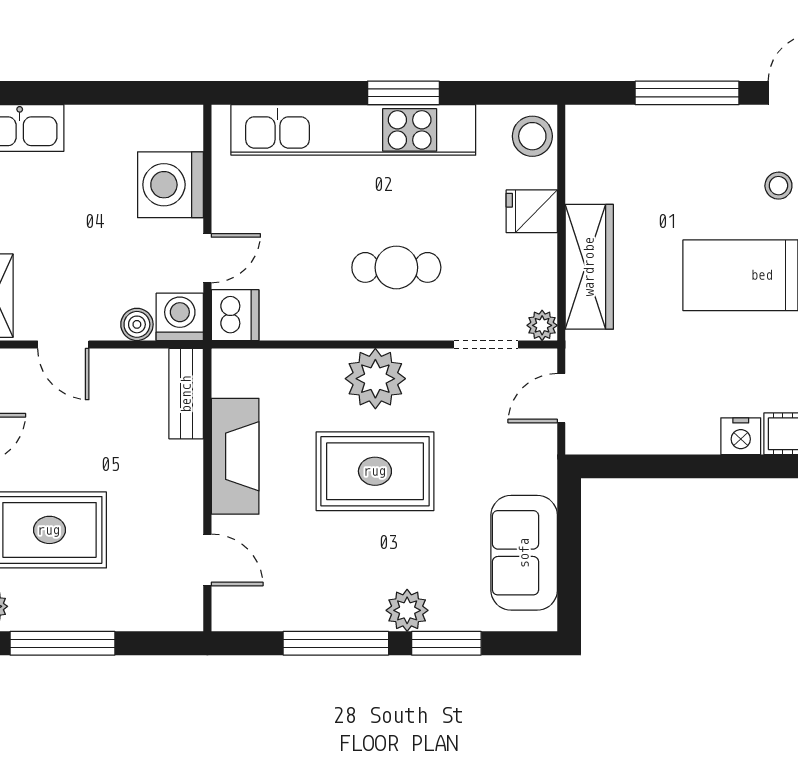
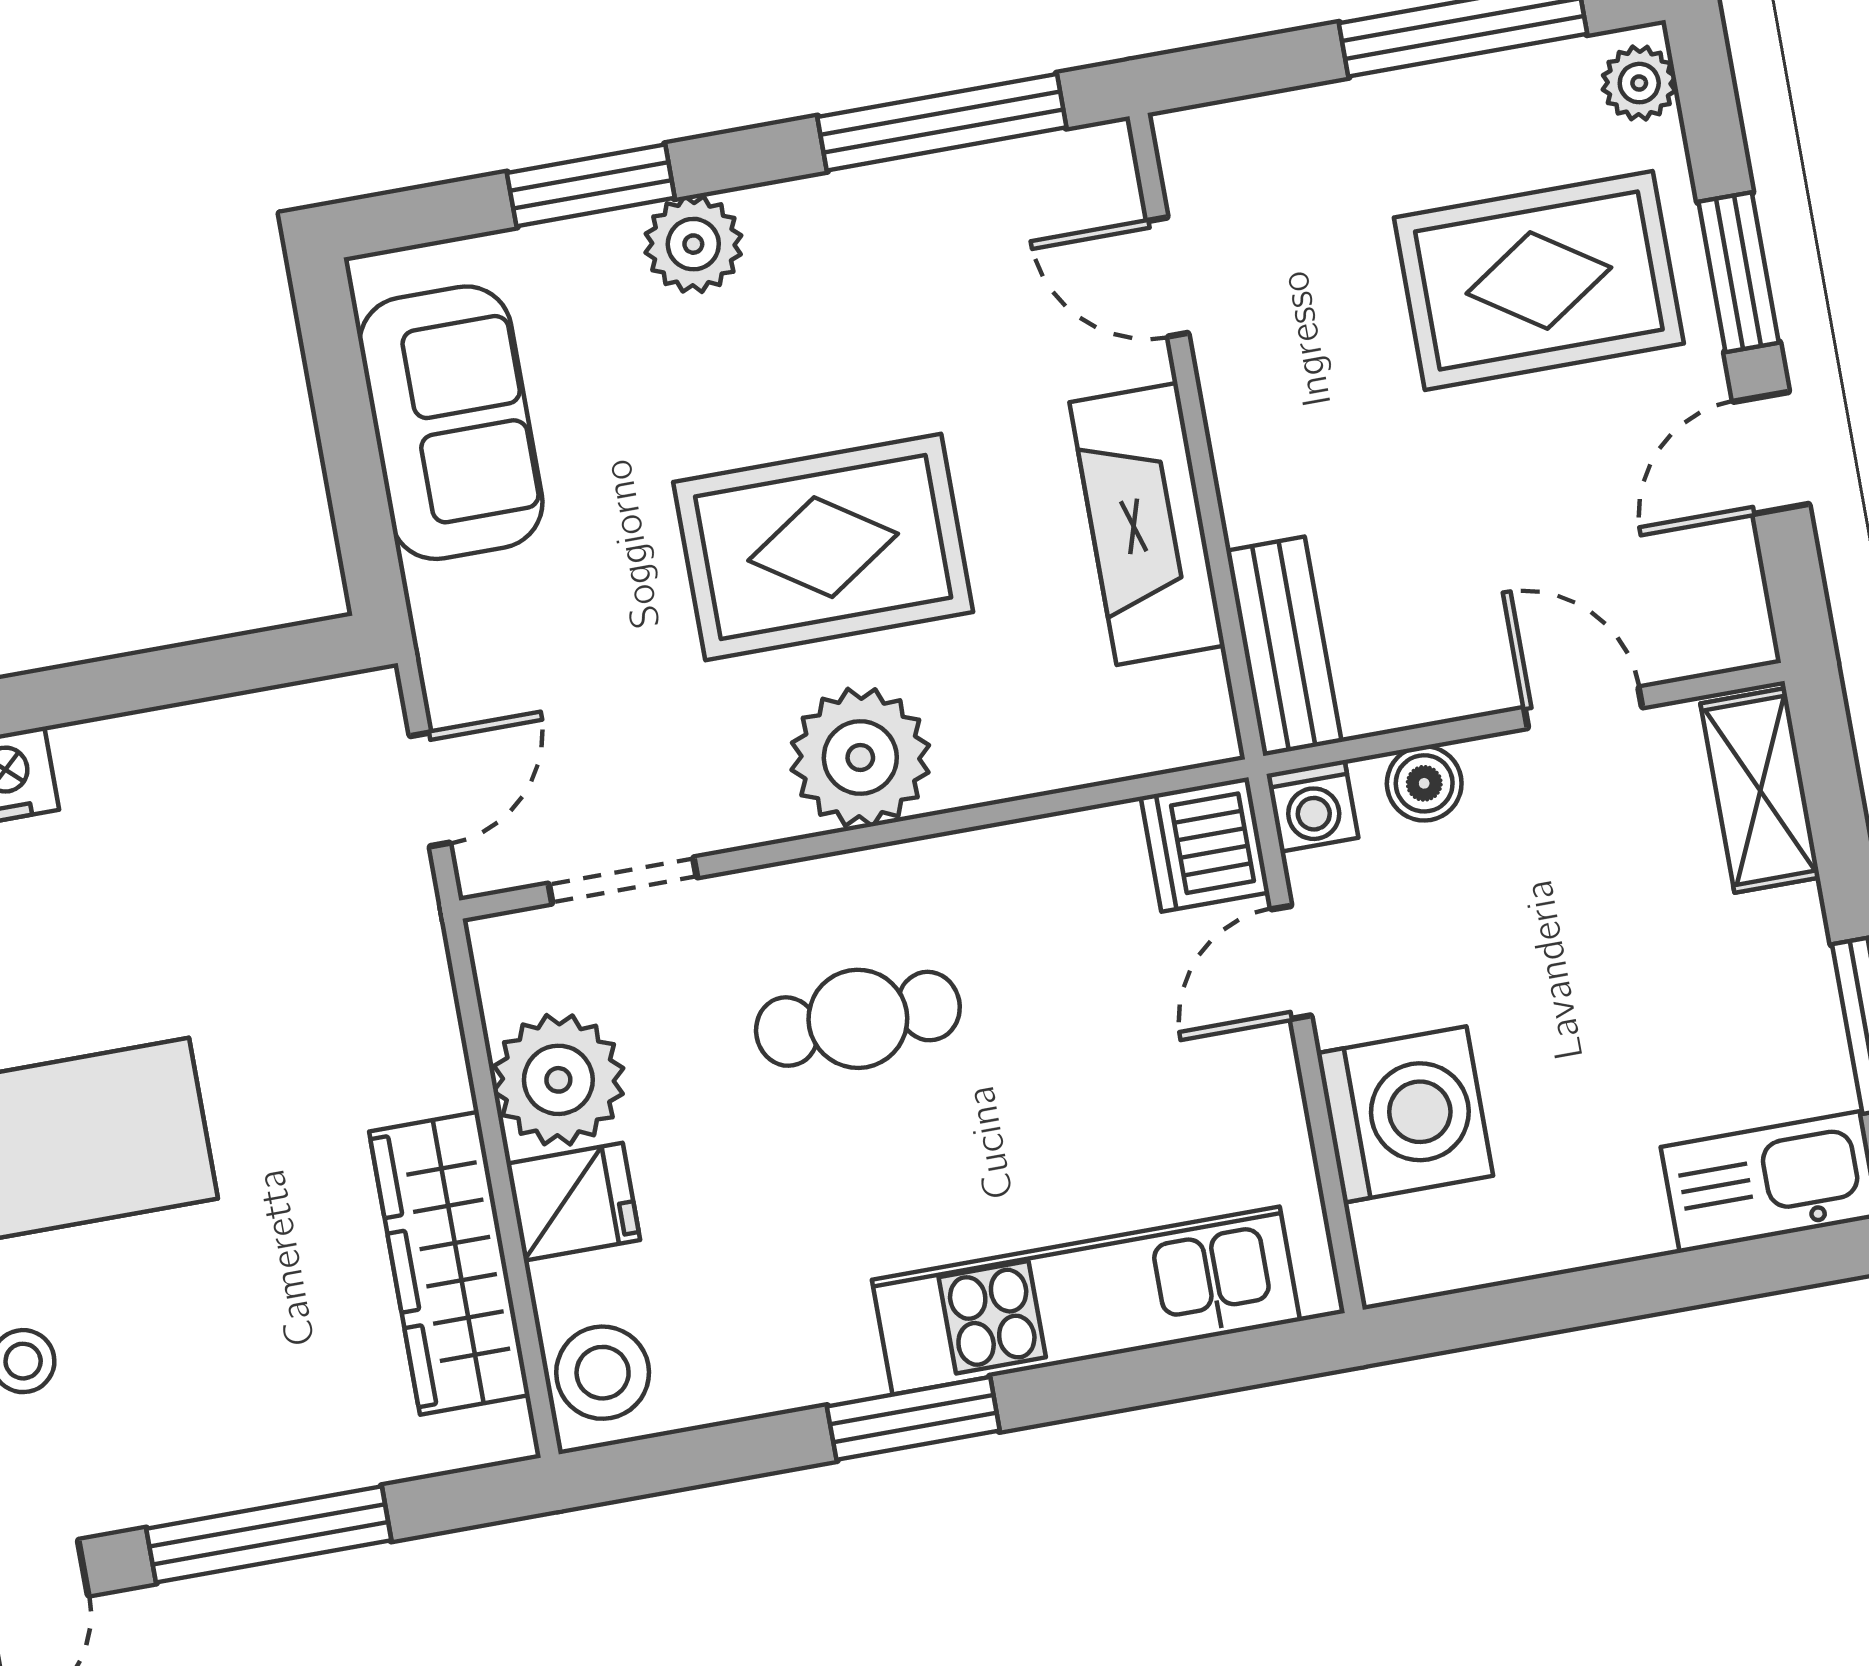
kitchen unit: (353, 130) -> (1086, 1300), width x0.73
wardrobe: (589, 267) -> (449, 1263), moved
washing machine: (180, 317) -> (1312, 806), width x0.73, depth x0.73
plant: (542, 325) -> (558, 1080), moved, width x1.88, depth x1.88
window: (336, 643) -> (942, 122), moved

